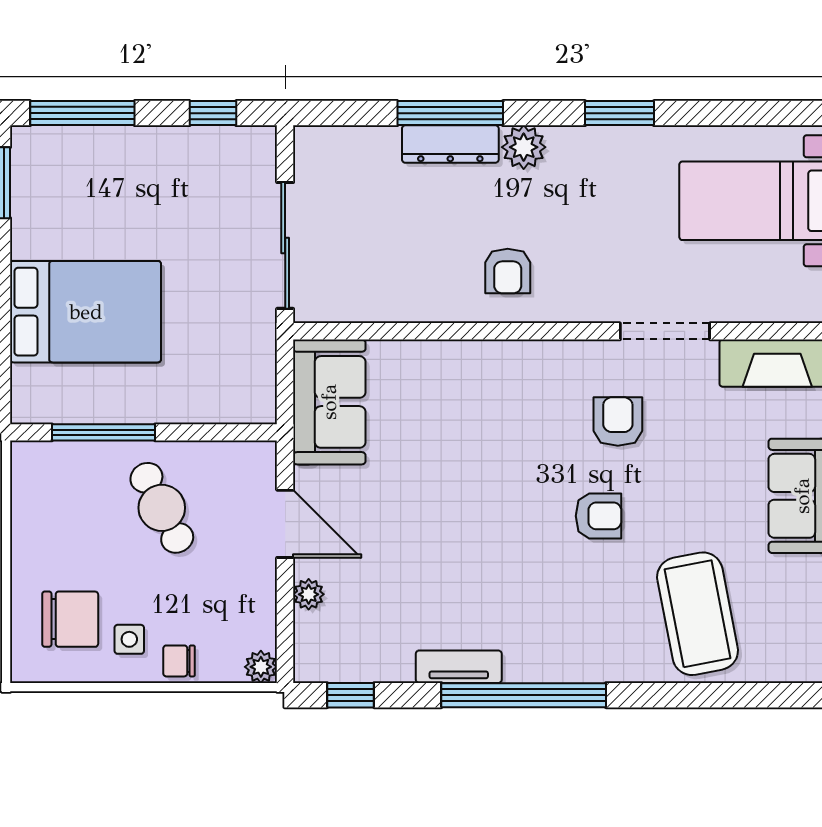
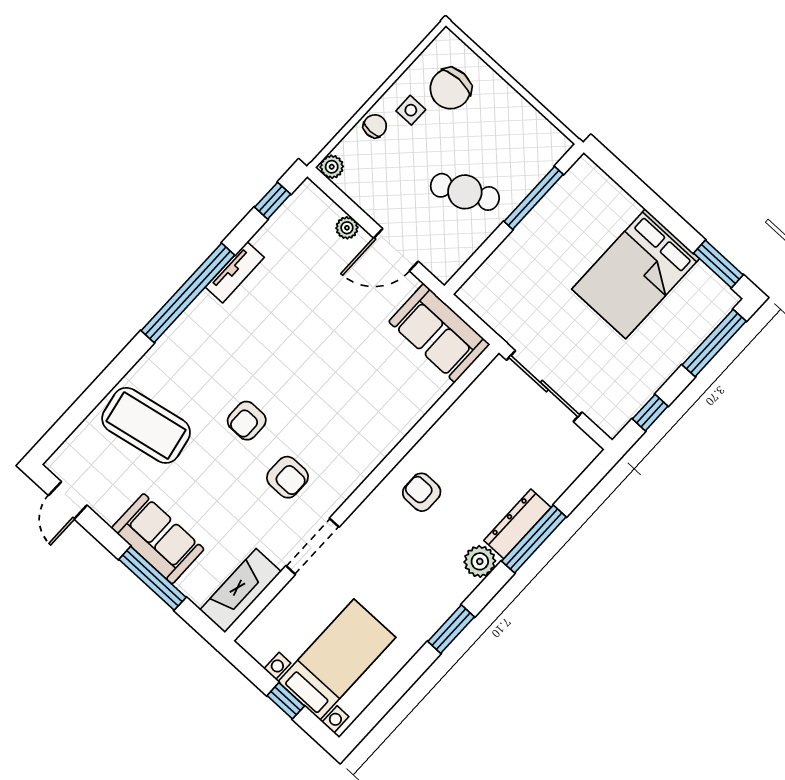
bed: (86, 312) -> (636, 274), moved

